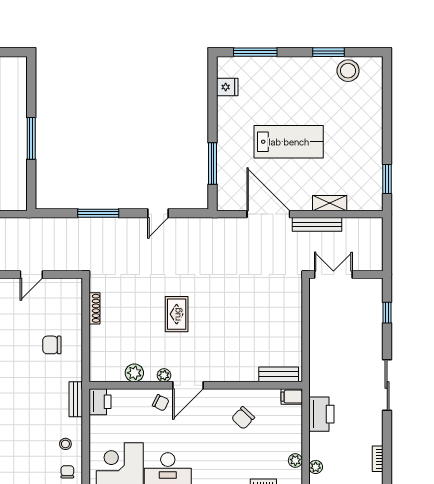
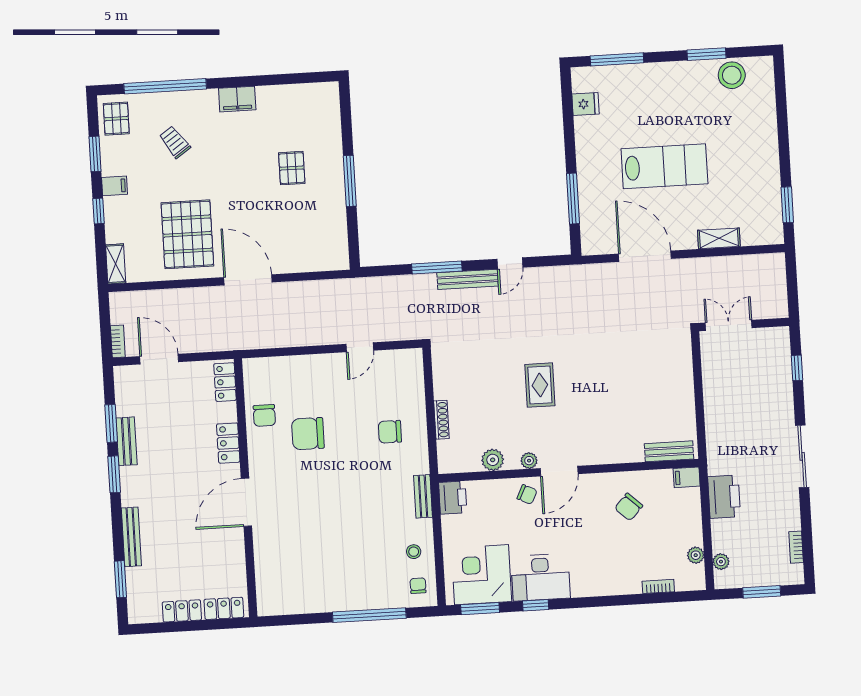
bench: (317, 224) -> (468, 279), moved
shoe rack: (94, 308) -> (441, 420), moved

